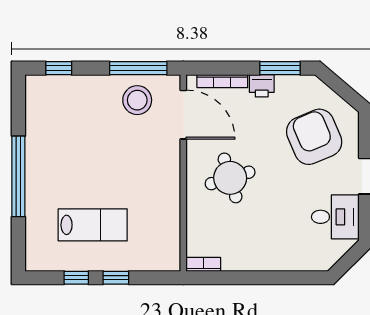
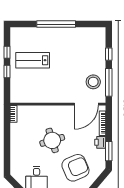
window: (59, 68) -> (109, 54), moved
round table: (230, 178) -> (52, 140), moved
lab bench: (93, 225) -> (33, 60), turned 90

